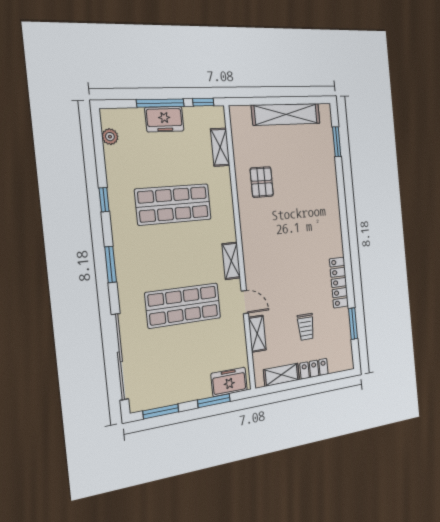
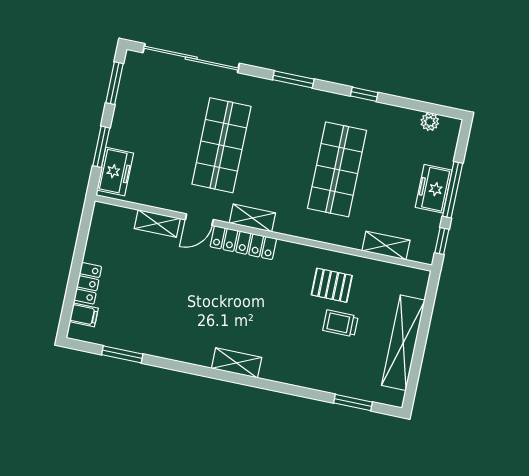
locker: (339, 282) -> (243, 243), moved, turned 180
trolley: (306, 327) -> (340, 323), moved
filing cabinet: (336, 362) -> (84, 315), added
shelving: (281, 375) -> (237, 363), moved, turned 90

